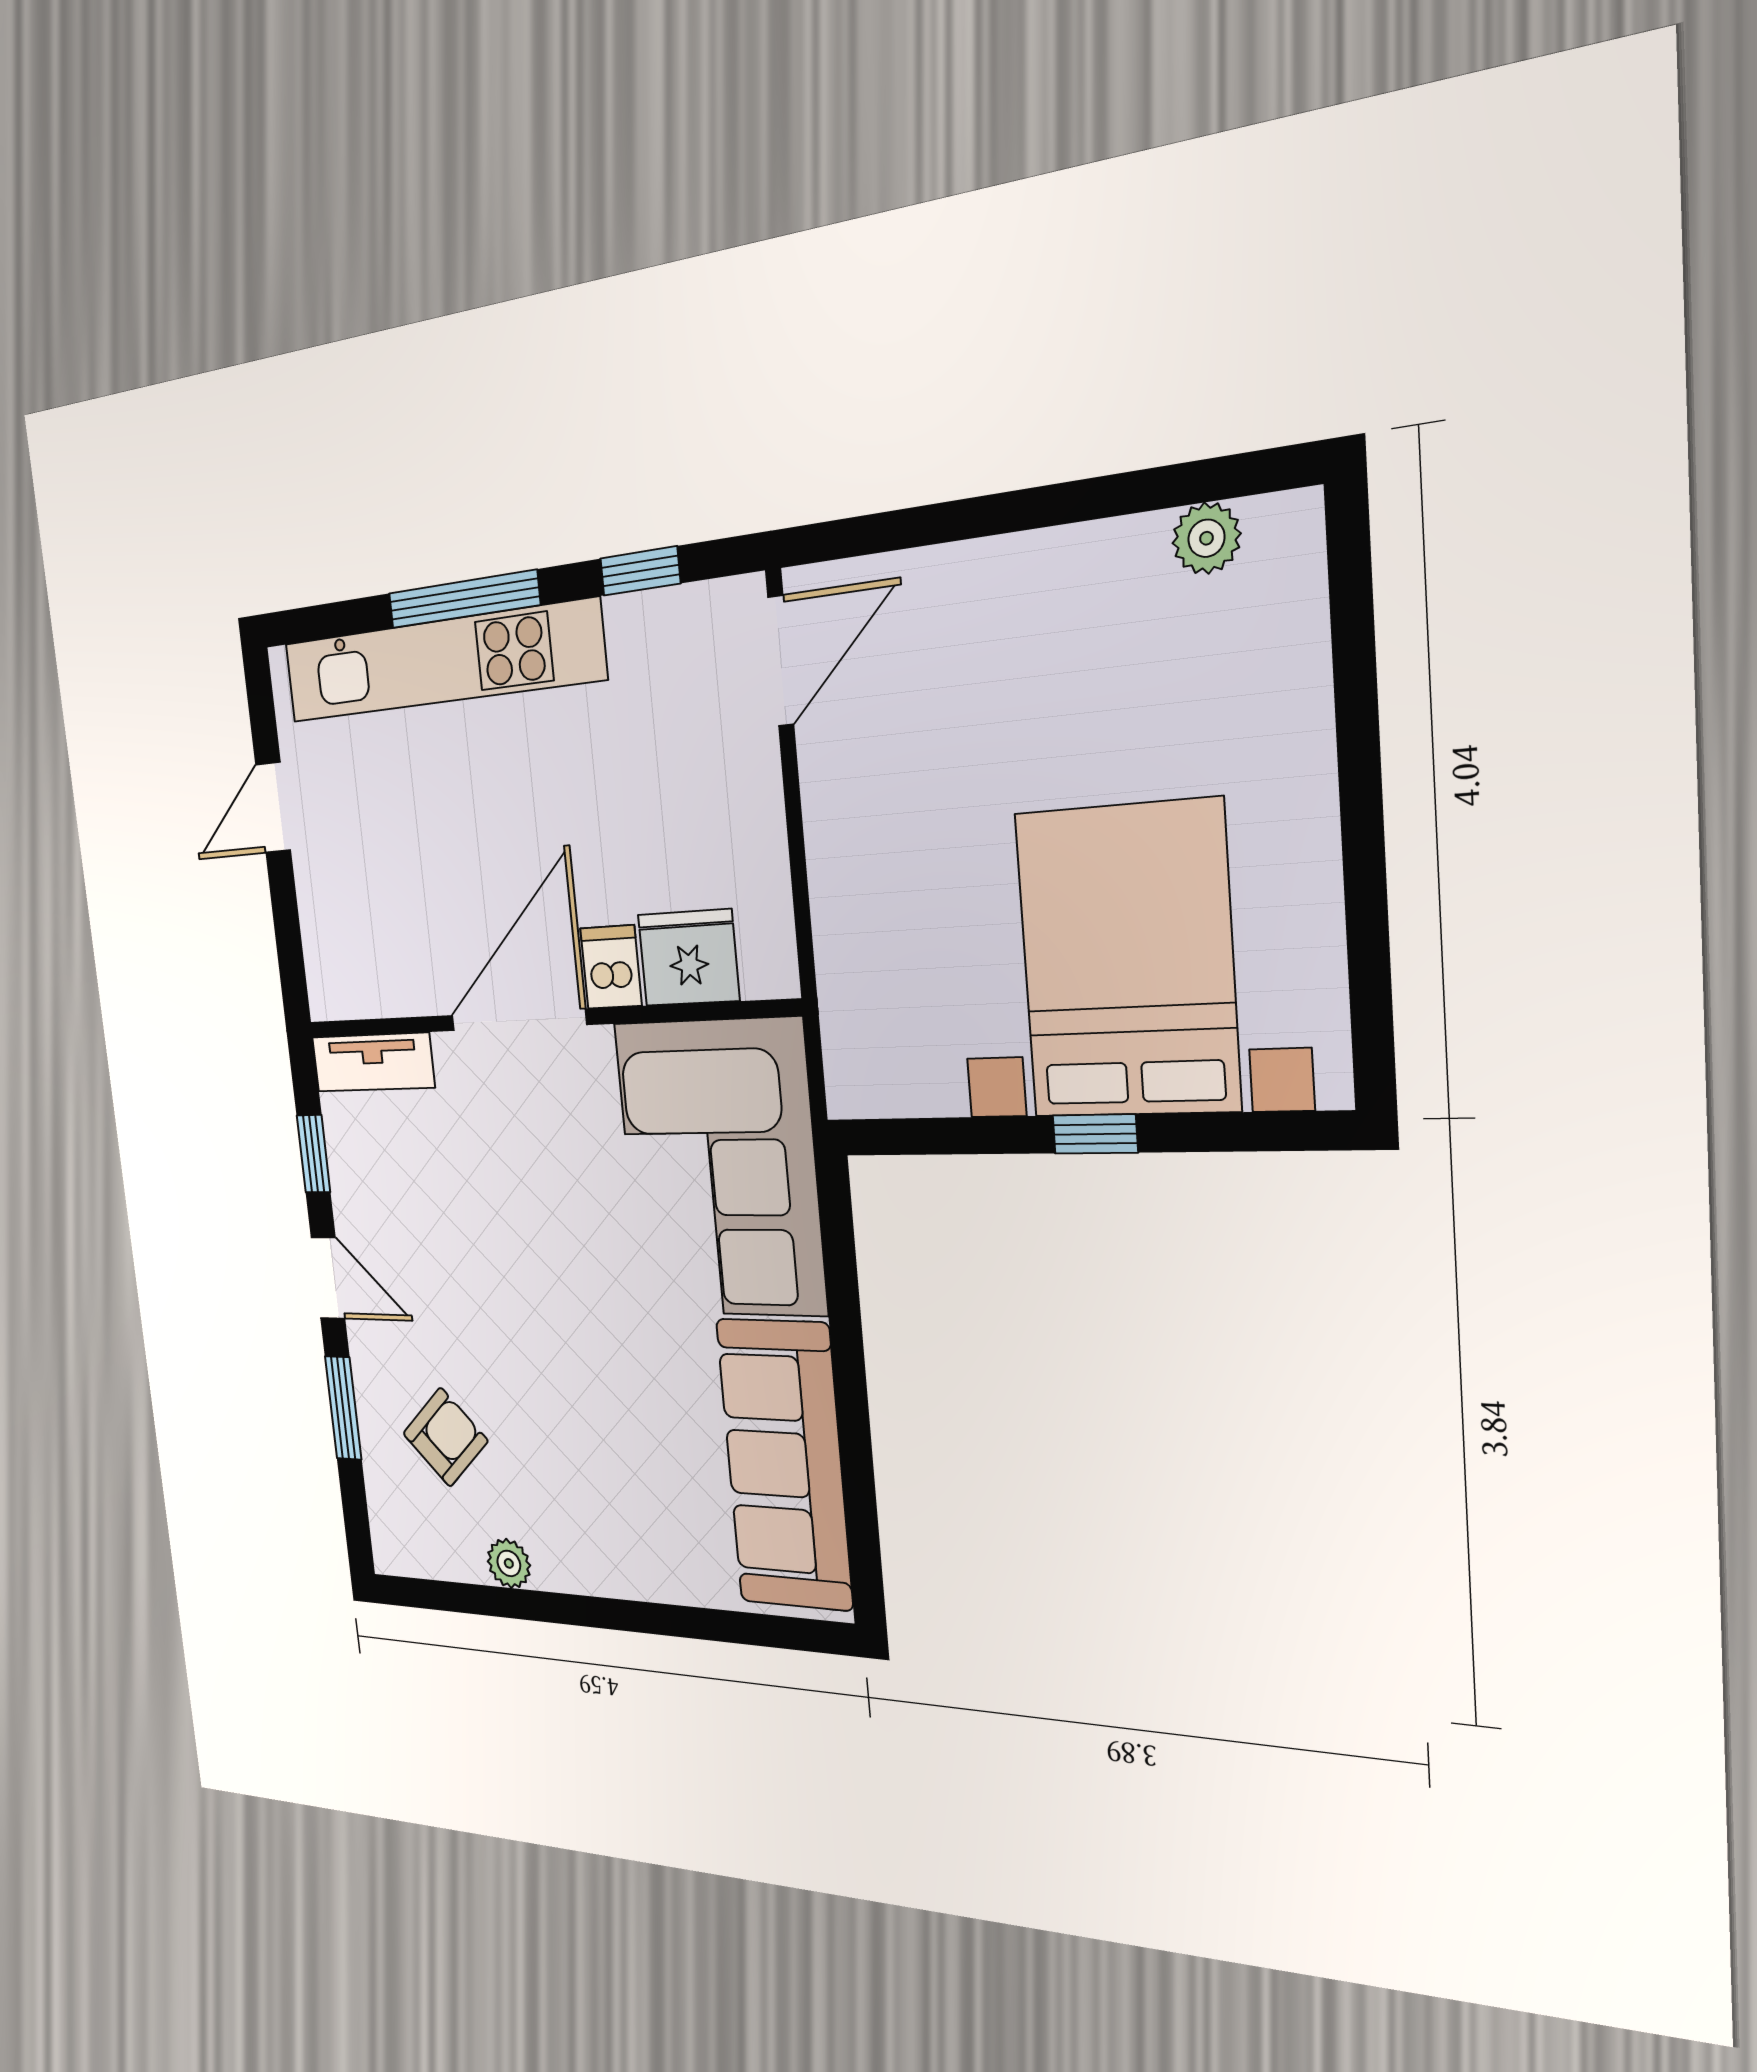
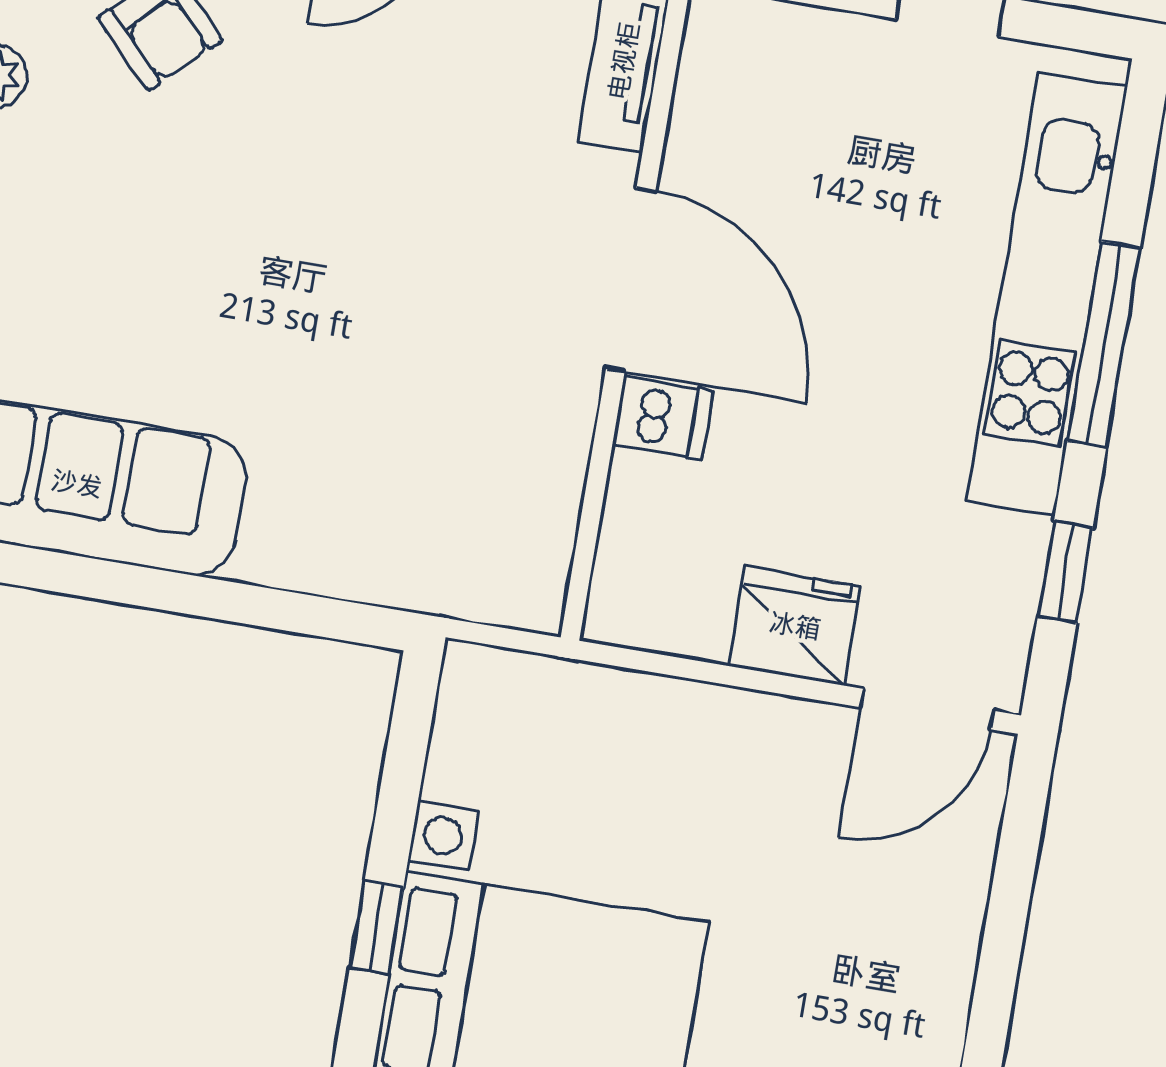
door: (781, 661) -> (927, 709), hinge flipped
fridge: (689, 958) -> (795, 626), moved, turned -90
corner sofa: (720, 1168) -> (417, 494), removed

